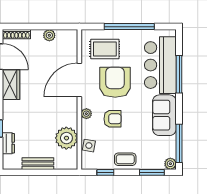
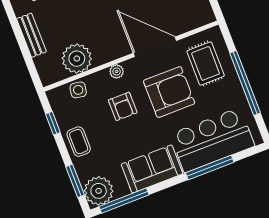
plant: (170, 164) -> (99, 191), width x1.87, depth x1.87

